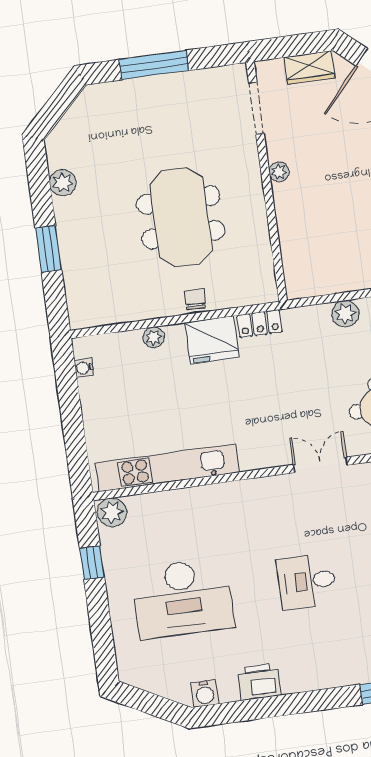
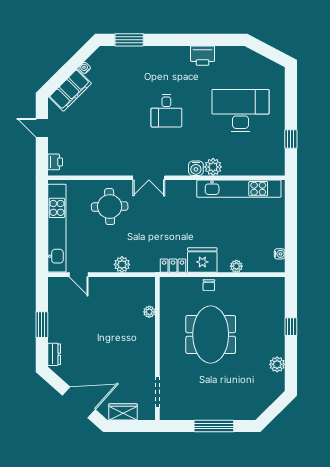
plant: (279, 172) -> (149, 312), moved
window: (48, 249) -> (291, 327), width x0.67
plant: (112, 512) -> (213, 167), moved
desk: (307, 581) -> (166, 111), turned 90
water cooler: (205, 693) -> (196, 168), moved, turned 180

